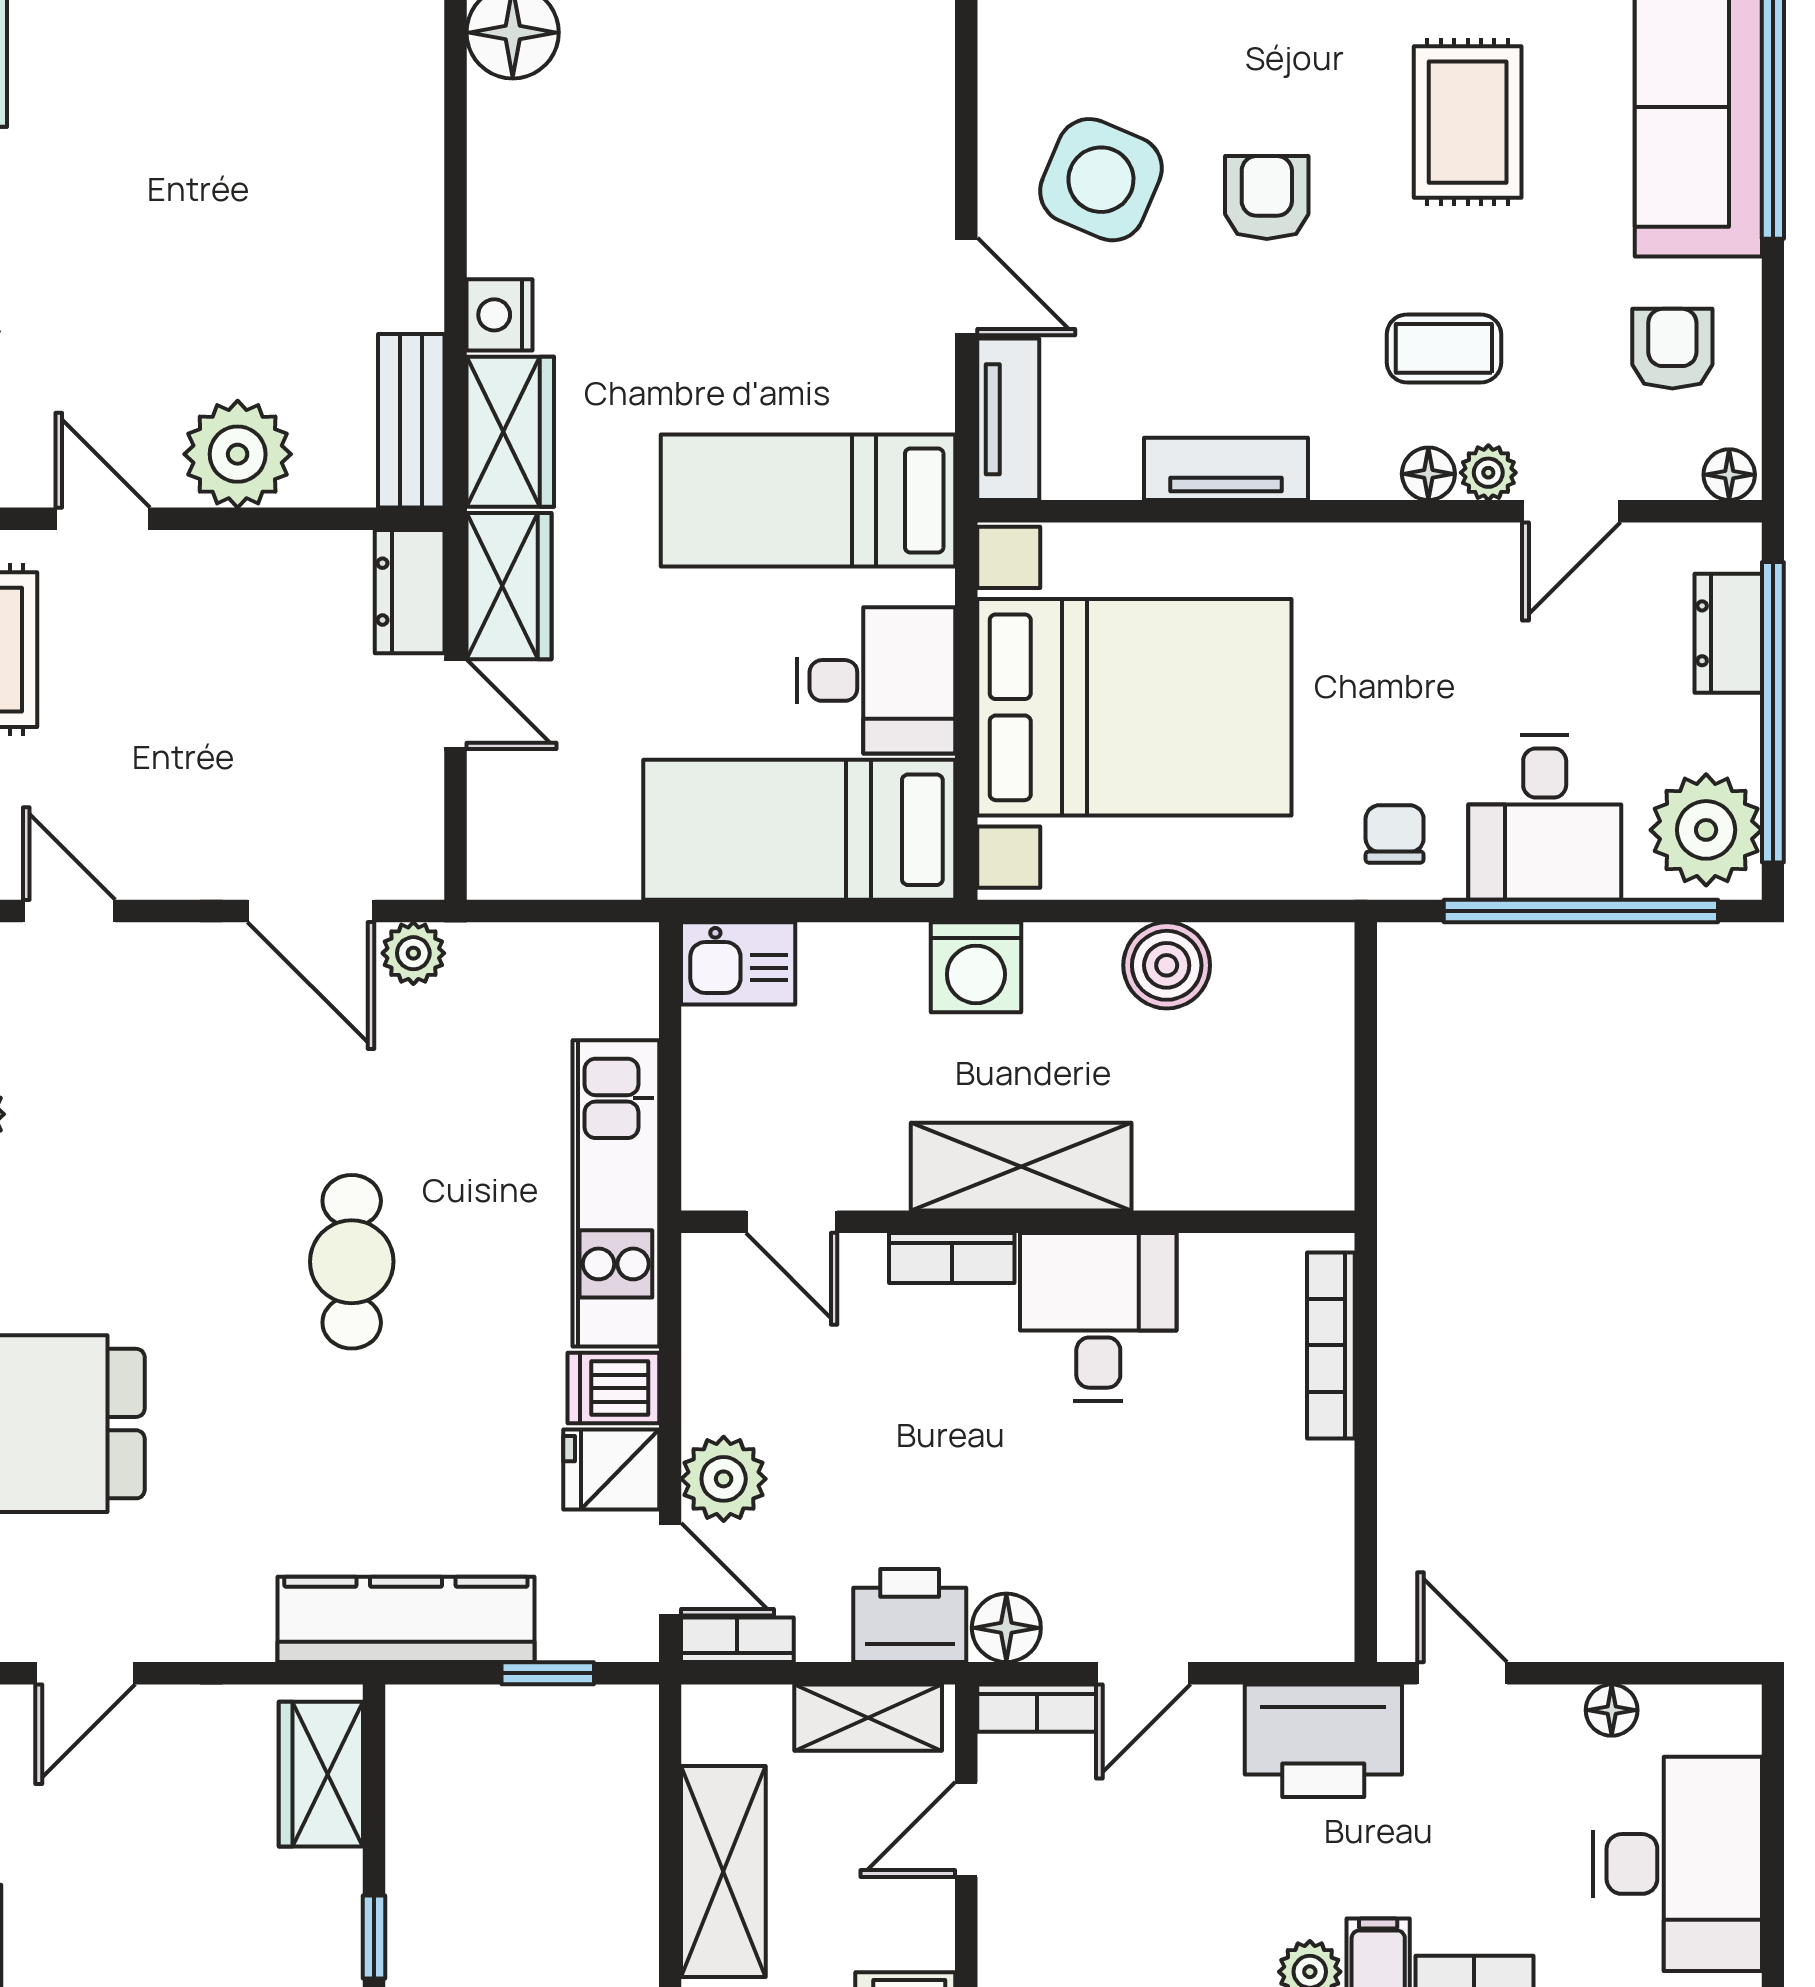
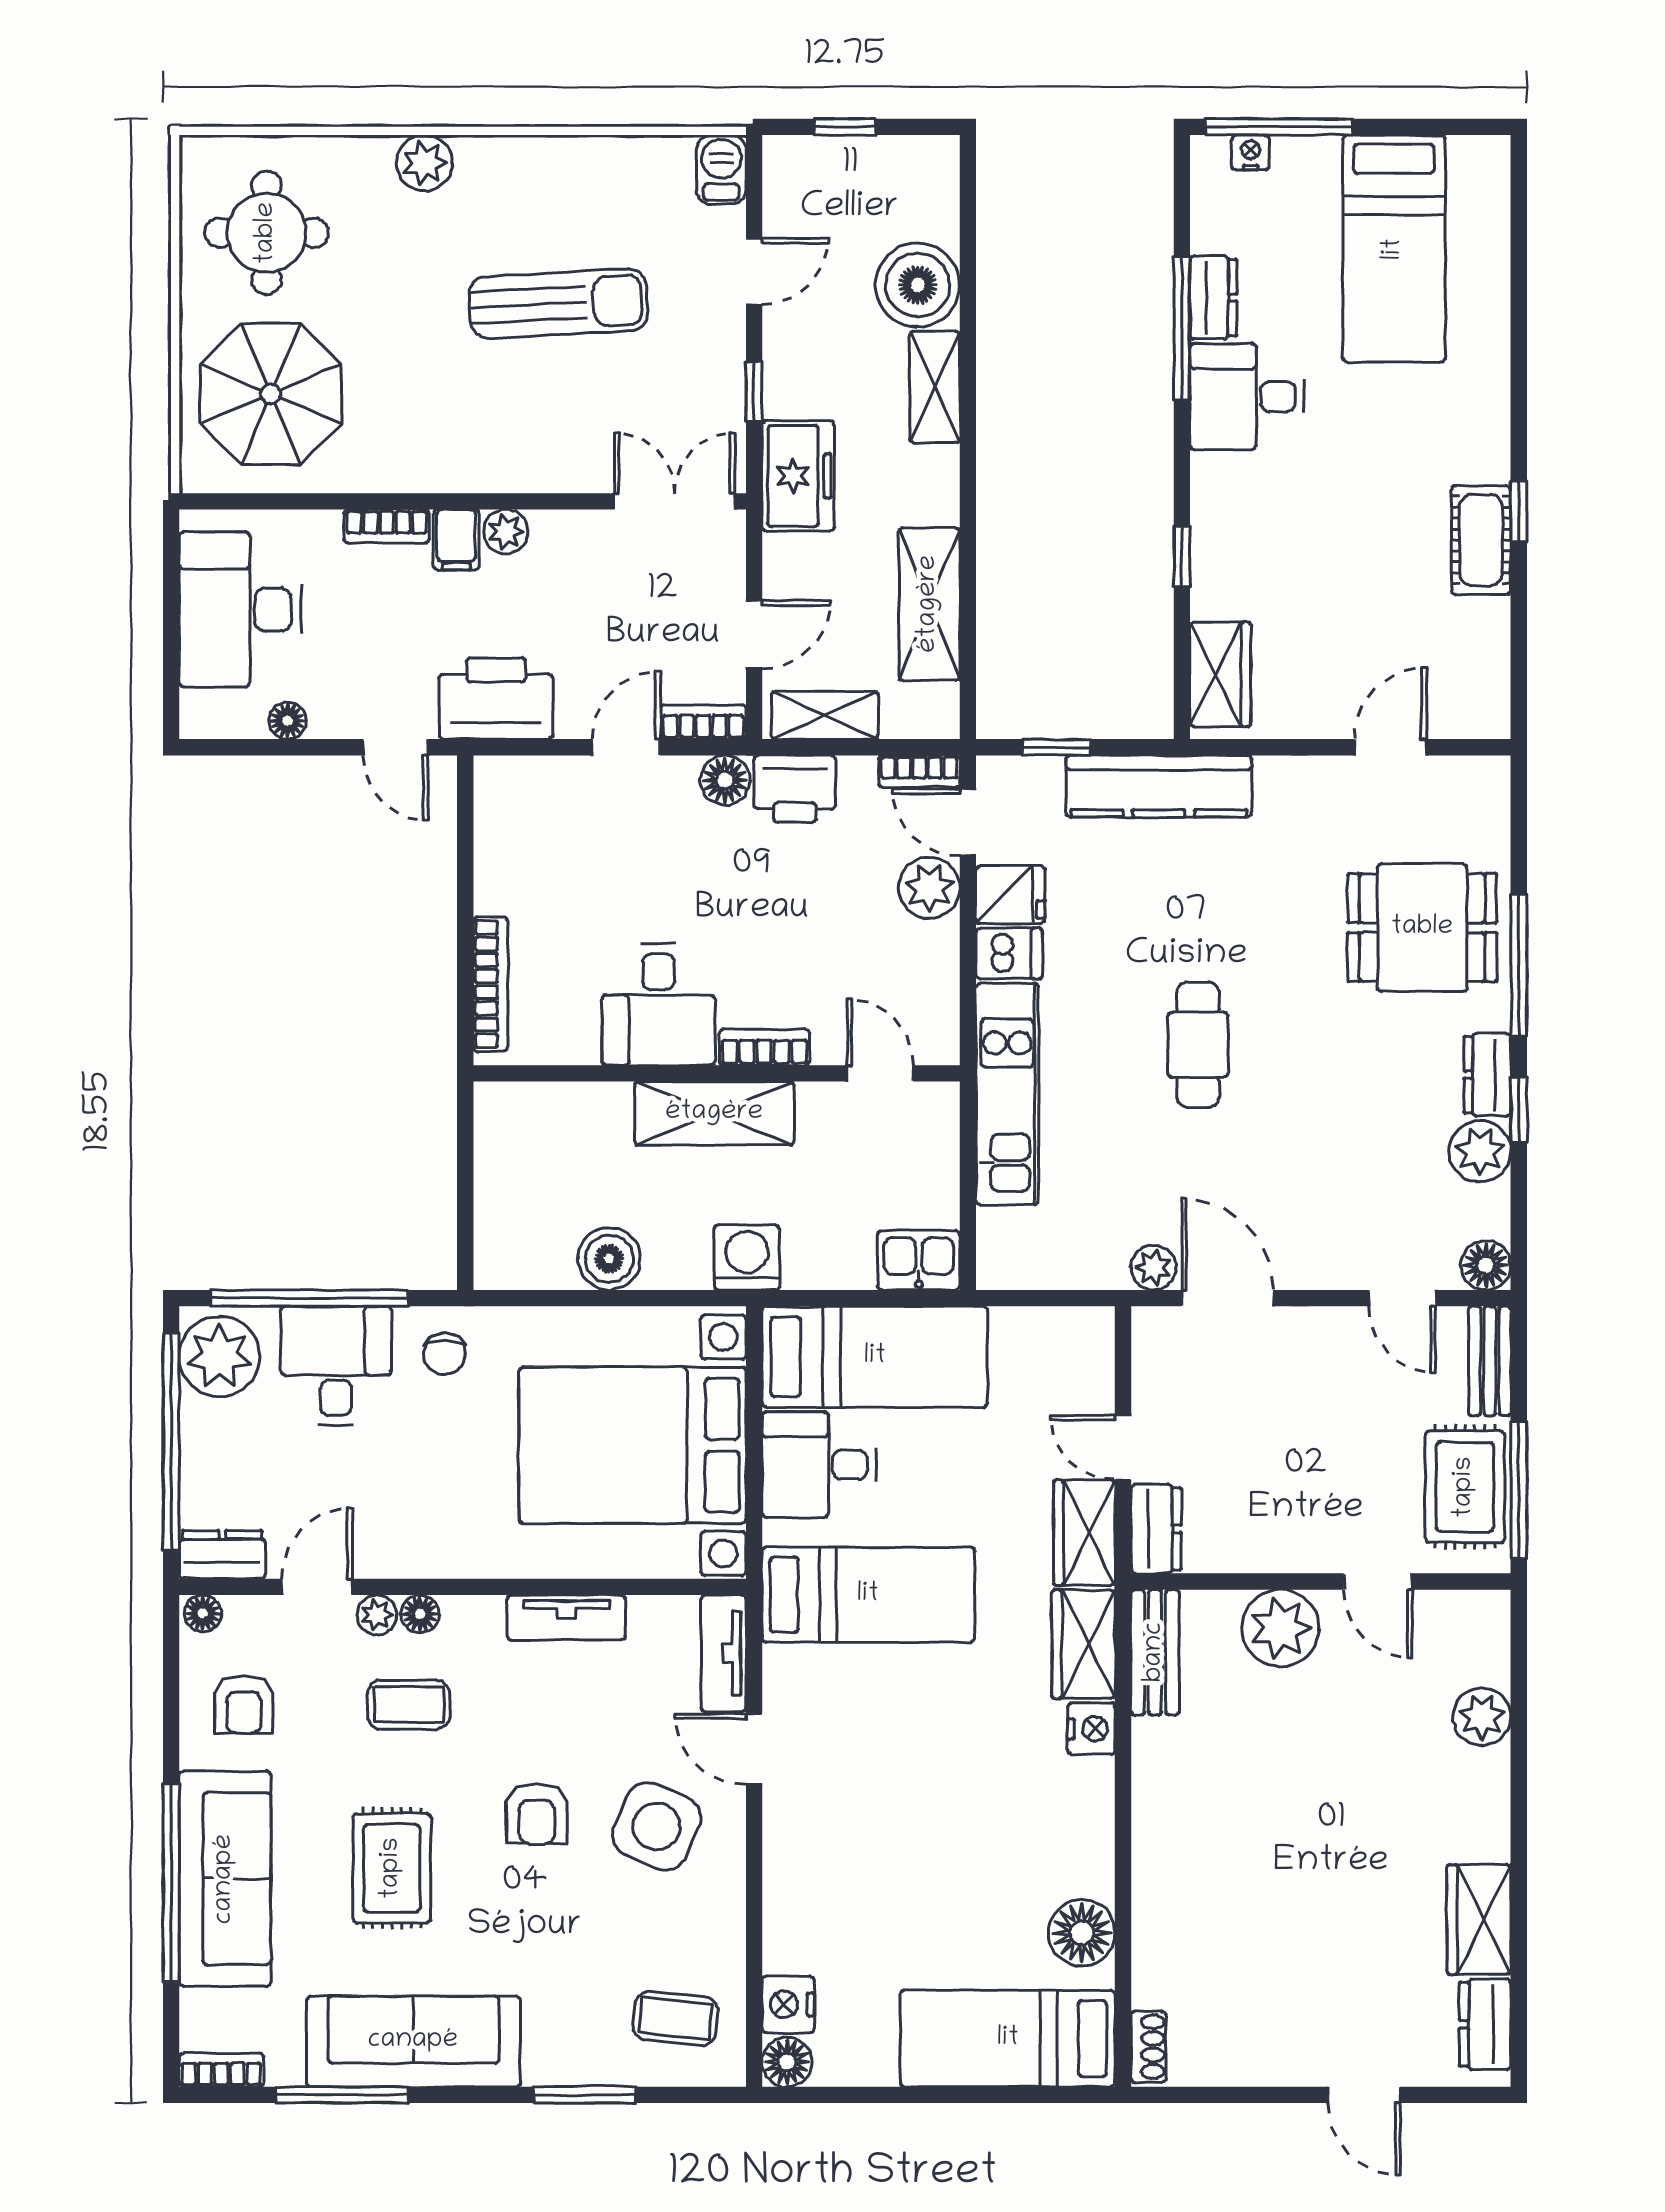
dresser: (1728, 633) -> (222, 1555), moved, turned -90

